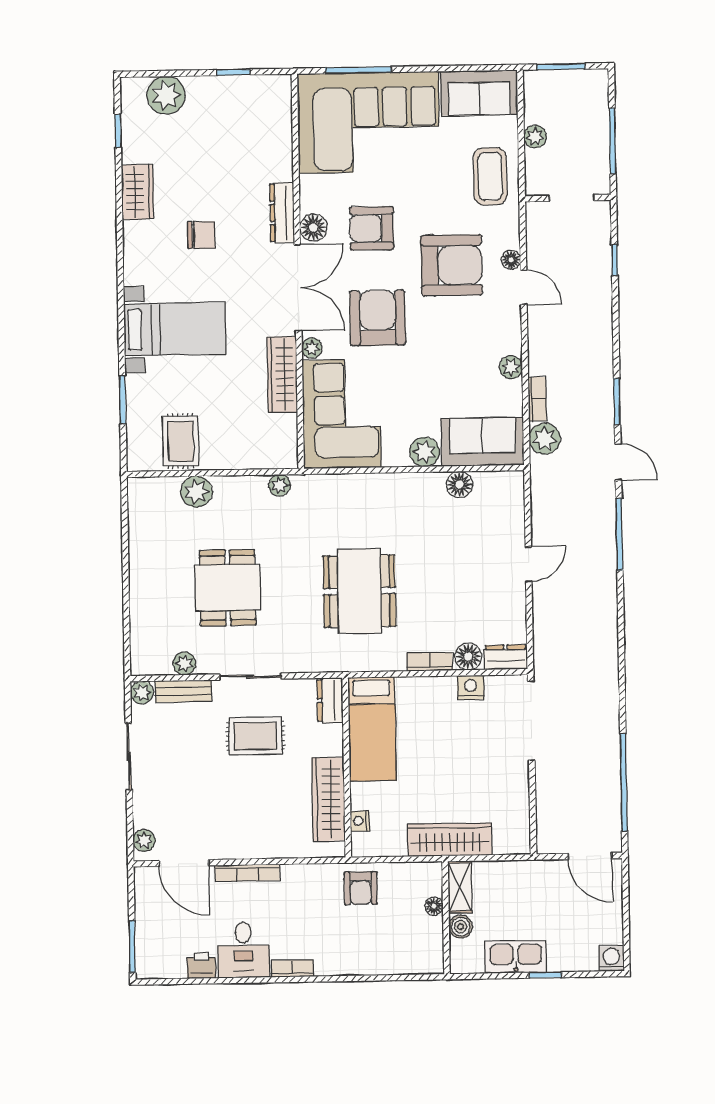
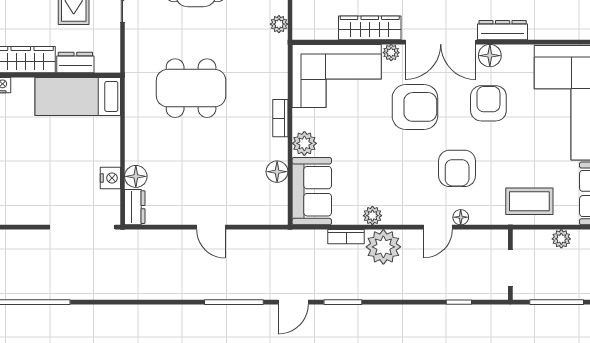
armchair: (452, 265) -> (457, 168), width x0.73, depth x0.73
plant: (545, 439) -> (383, 247), moved, width x1.36, depth x1.36
bookcase: (430, 662) -> (280, 118), moved, turned 180
dresser: (330, 700) -> (75, 62), moved

